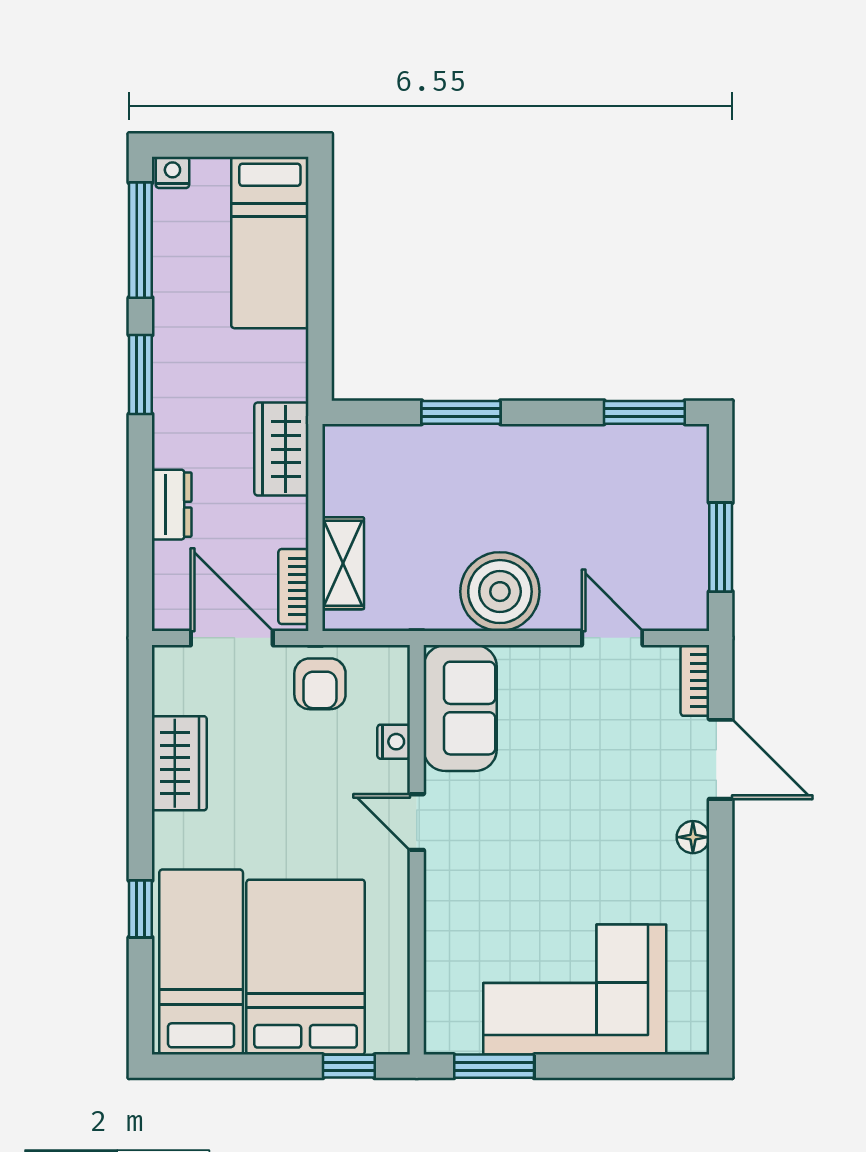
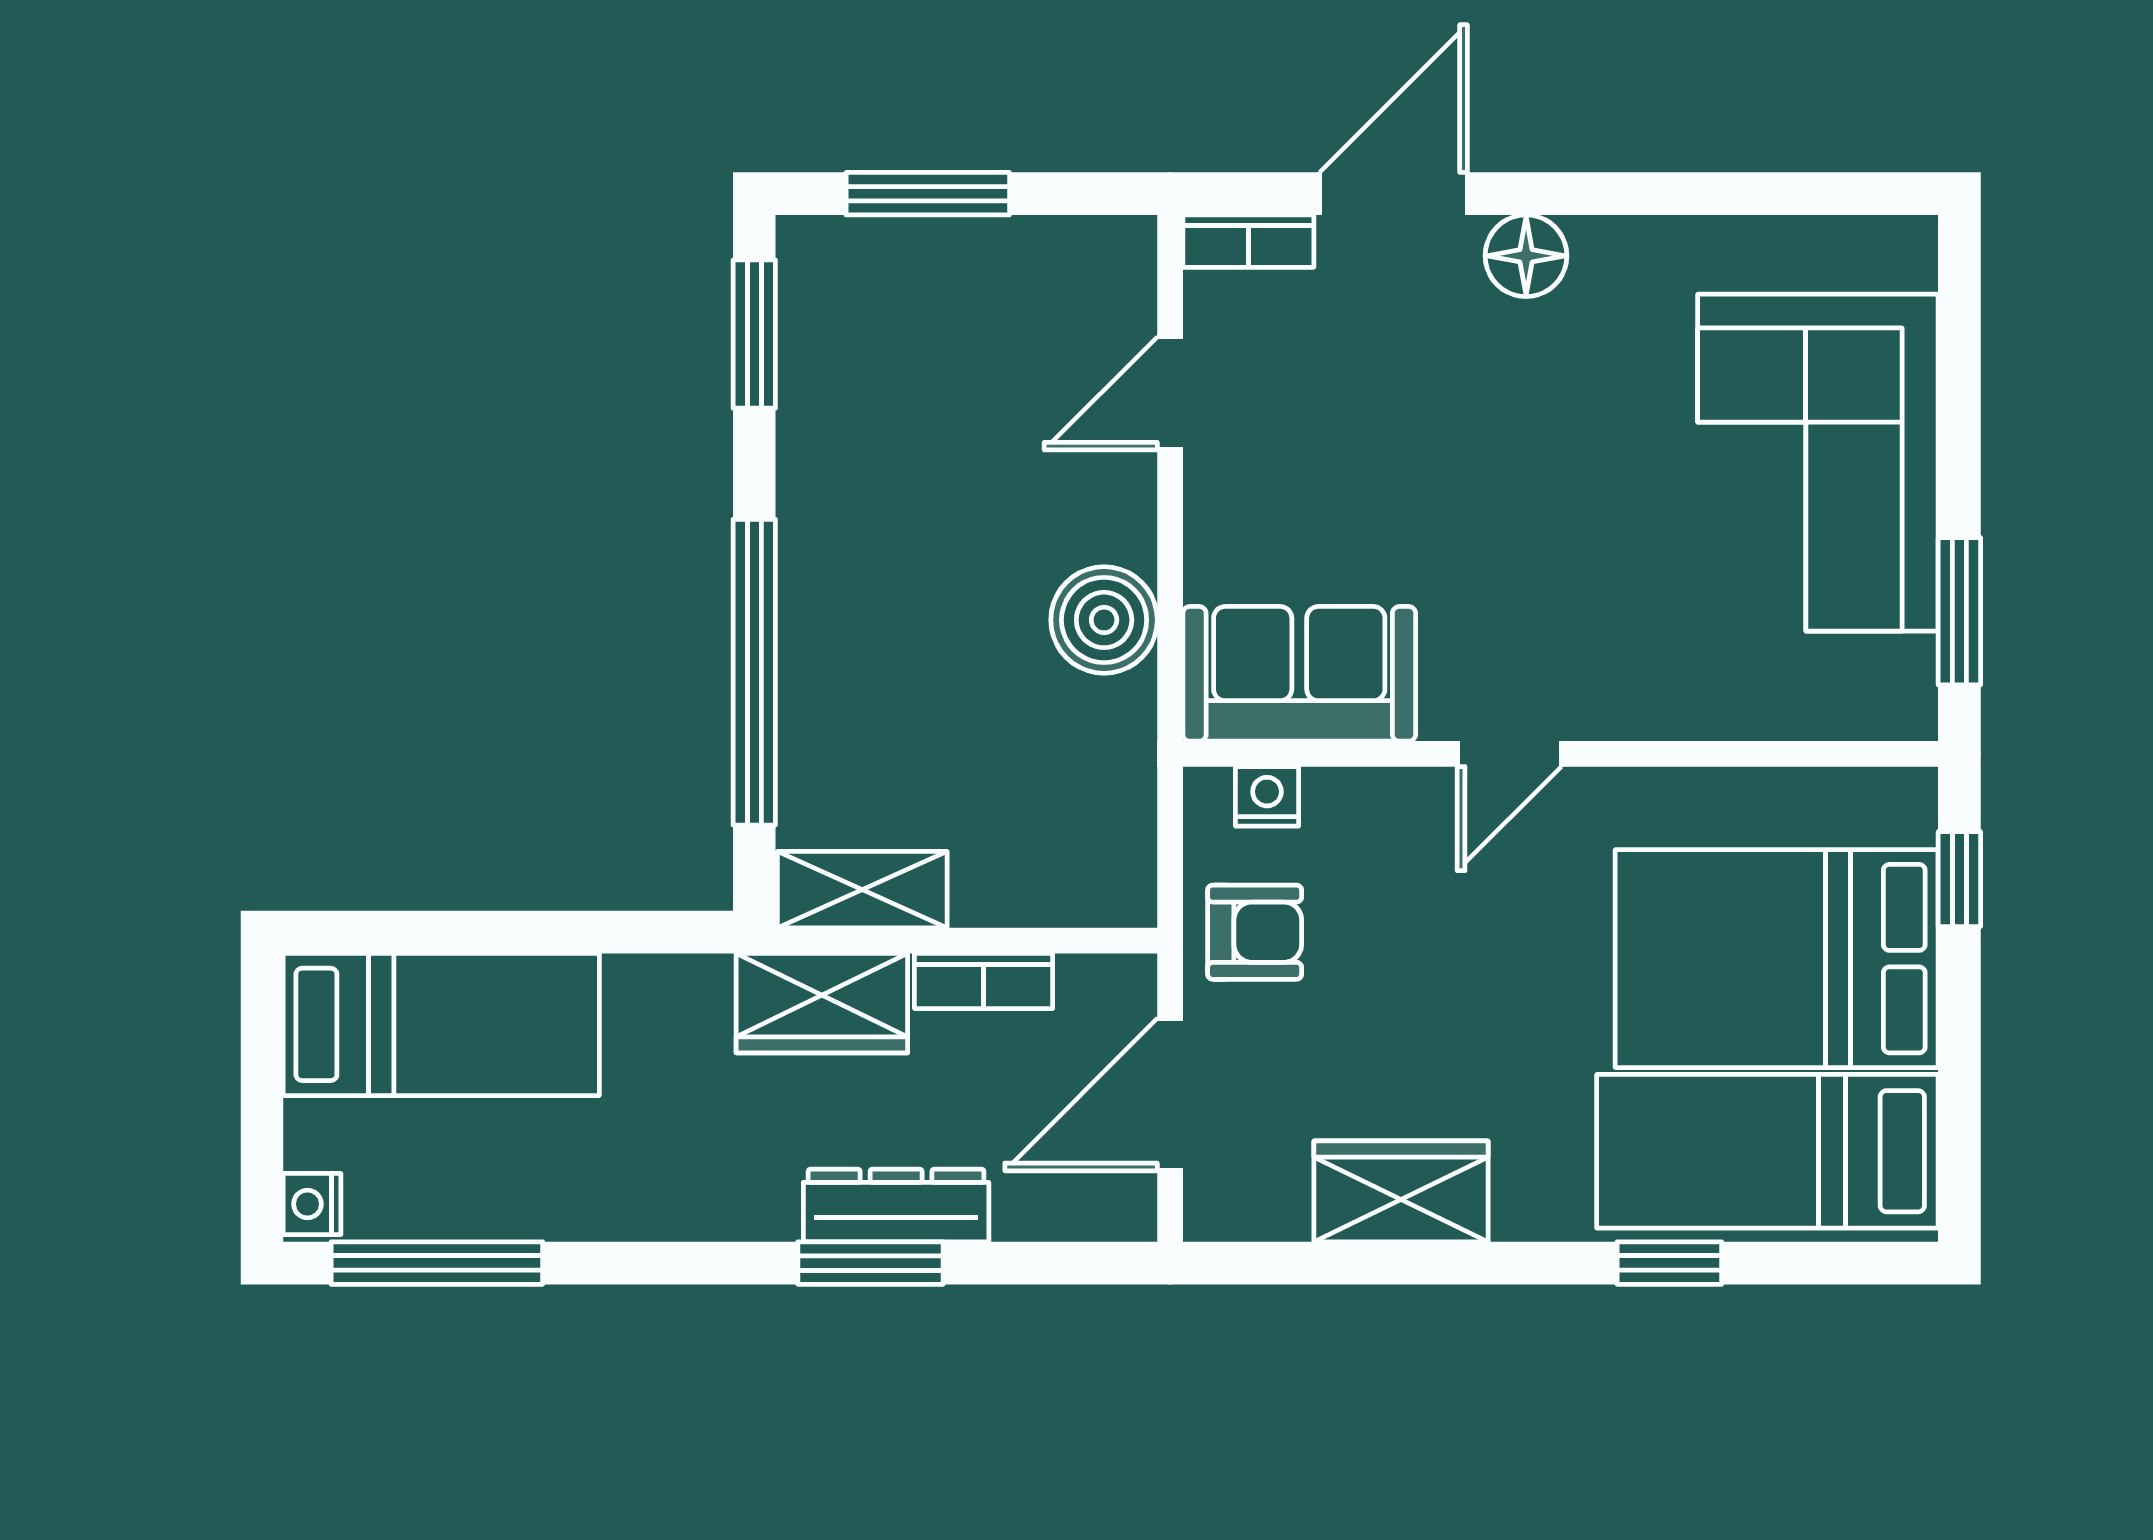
window: (140, 375) -> (870, 1263), moved
window: (461, 412) -> (754, 672), width x2.11
dresser: (172, 505) -> (896, 1206), width x1.44
window: (721, 547) -> (928, 194), moved
shelving: (343, 563) -> (862, 890), moved
bookcase: (293, 586) -> (984, 981), moved
boiler: (500, 592) -> (1104, 620), width x0.73, depth x0.73
nightstand: (394, 742) -> (1267, 796), moved
floor lamp: (693, 837) -> (1526, 256), width x1.37, depth x1.37

